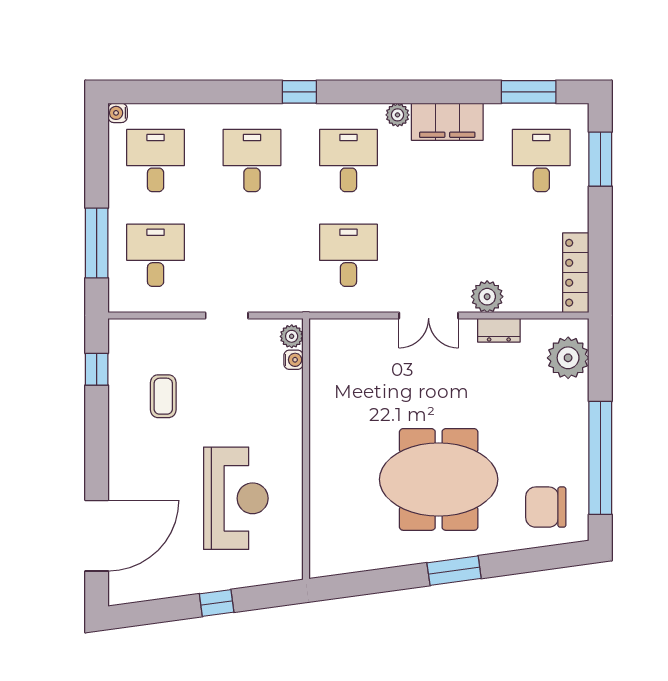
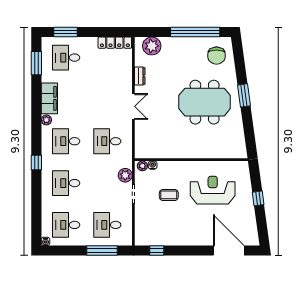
plant: (487, 297) -> (125, 175), moved
coffee table: (163, 396) -> (169, 195), moved
meeting table: (439, 479) -> (205, 102), turned 90

